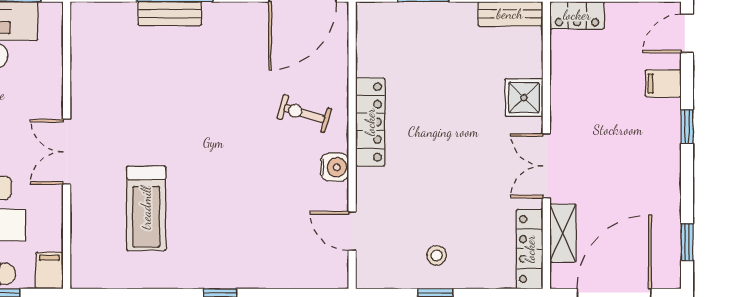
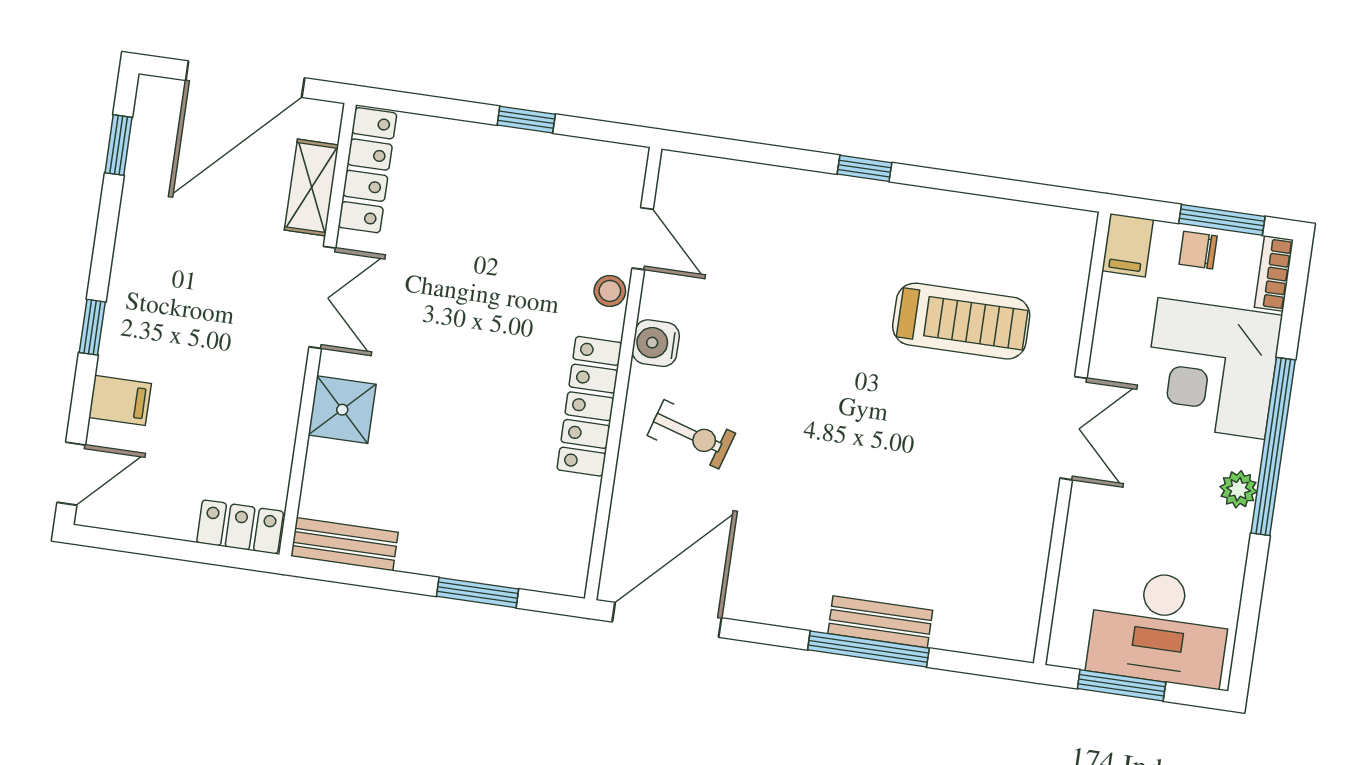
treadmill: (146, 208) -> (961, 321), turned 90
stool: (437, 255) -> (610, 291), moved

